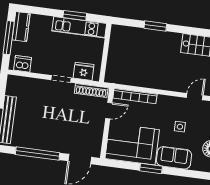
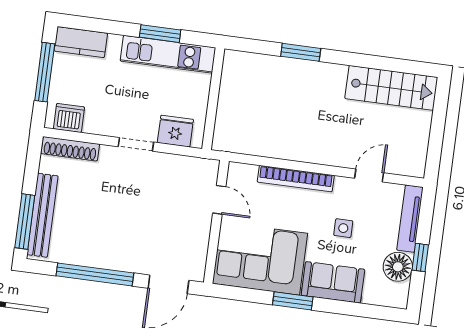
kitchen counter: (21, 27) -> (81, 42), moved, turned 90
shoe rack: (91, 90) -> (70, 149), moved
bookcase: (135, 96) -> (296, 179), moved
door: (109, 111) -> (219, 200), hinge flipped

